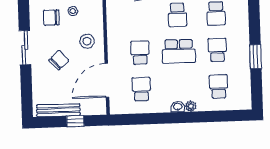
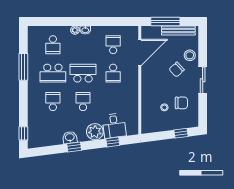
stool: (87, 41) -> (190, 55), moved
school desk: (217, 50) -> (53, 73), width x1.85
window: (256, 57) -> (23, 67), width x1.44
school desk: (141, 89) -> (113, 45), turned 180
window: (75, 121) -> (165, 22), width x2.17

